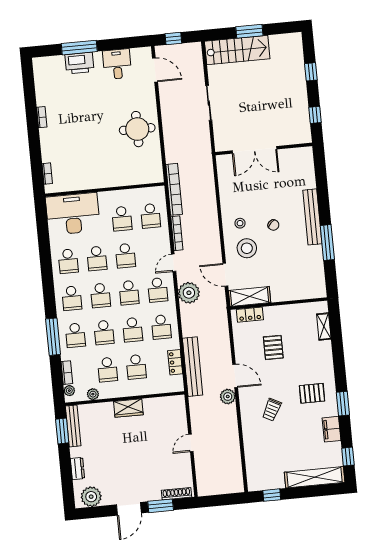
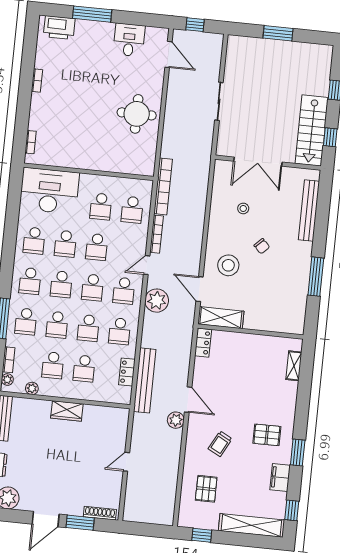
stairs: (237, 50) -> (312, 130), moved, turned 90
printer: (79, 63) -> (59, 28), moved
bench: (312, 217) -> (309, 211), moved
stool: (240, 223) -> (243, 208), moved
locker: (250, 315) -> (203, 343), moved, turned -90
pallet: (273, 347) -> (206, 489), moved

